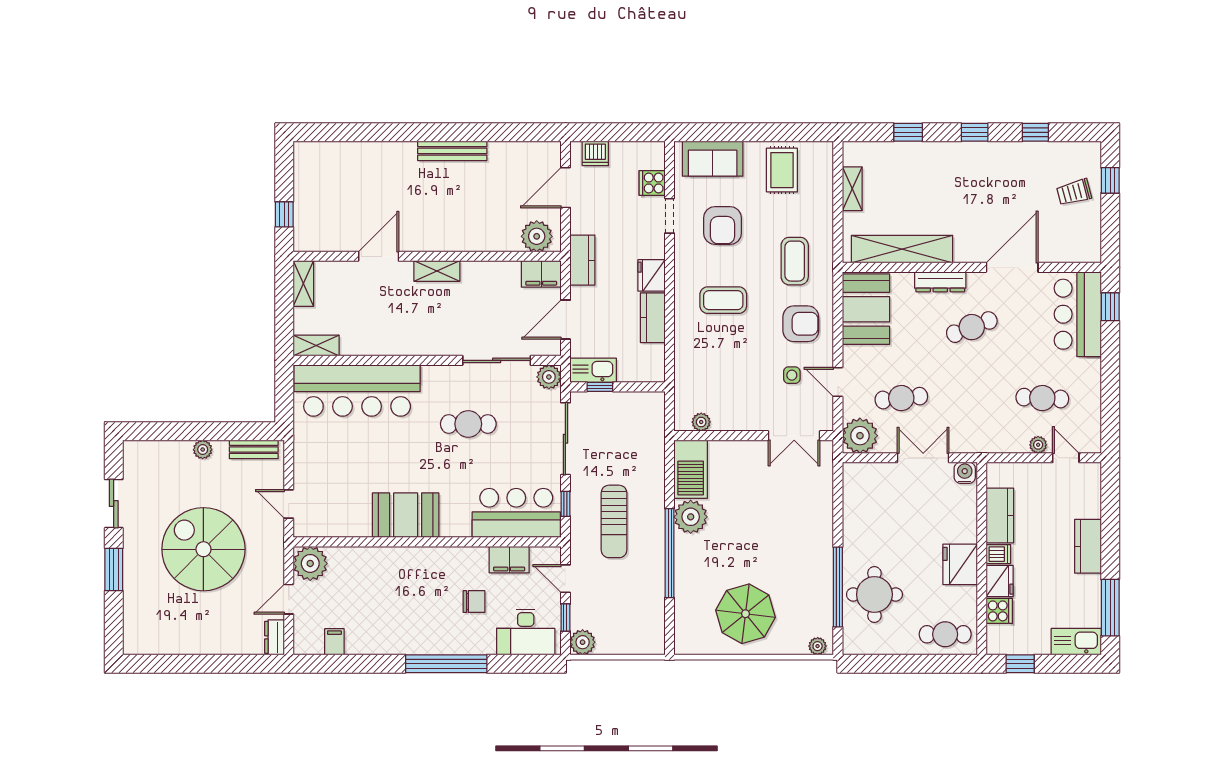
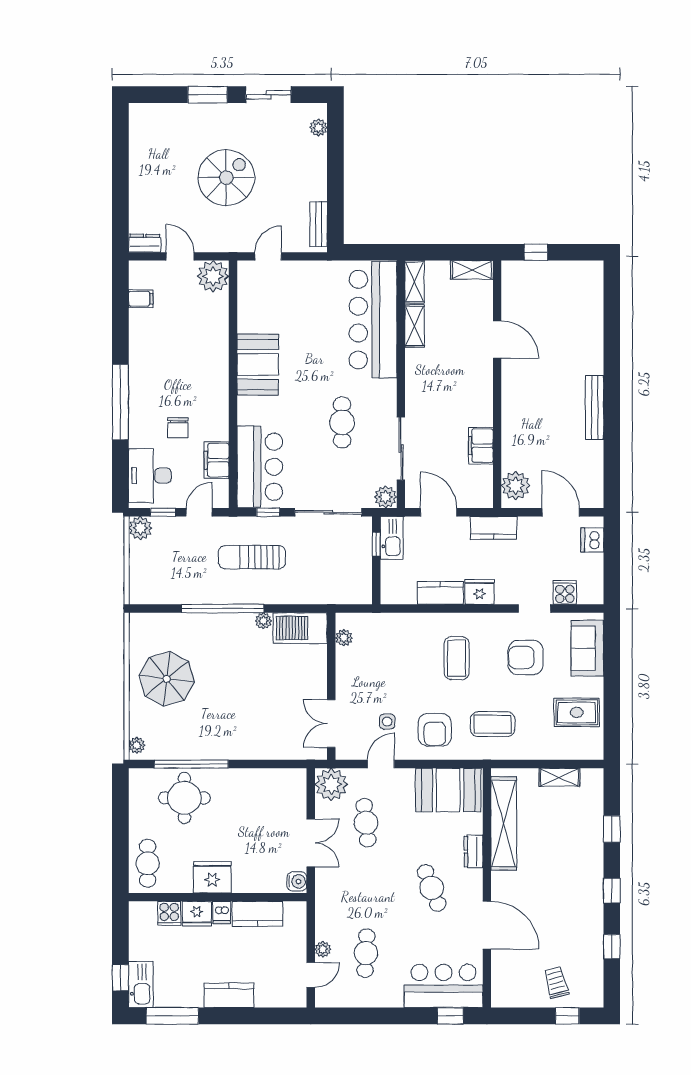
shelving: (437, 271) -> (415, 326), moved
filing cabinet: (541, 274) -> (481, 446), moved
dresser: (940, 282) -> (473, 852), width x0.70
plant: (203, 450) -> (318, 128), moved
plant: (691, 517) -> (263, 621), width x0.53, depth x0.53
spiral stairs: (203, 549) -> (226, 178), width x0.73, depth x0.73
window: (1020, 664) -> (120, 978), moved

